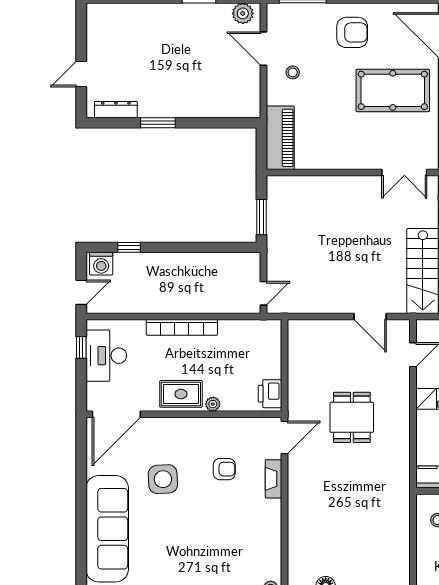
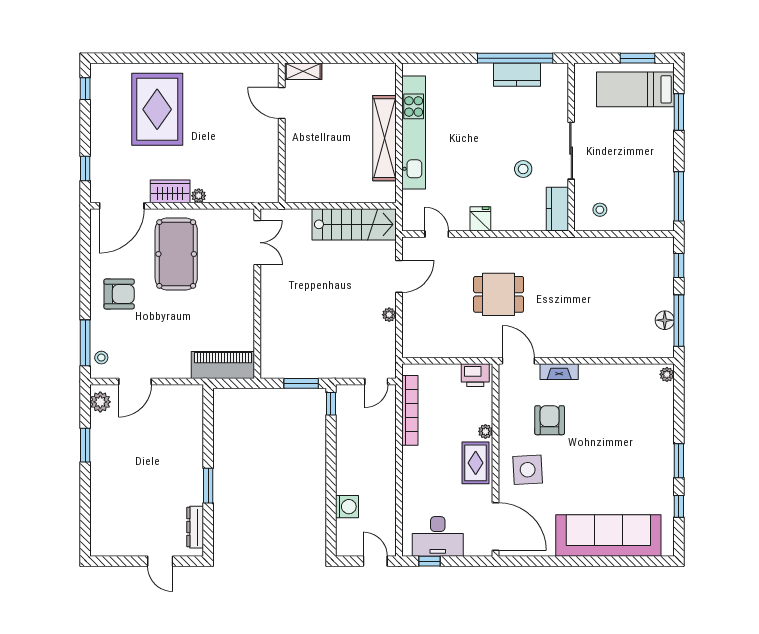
armchair: (352, 32) -> (119, 294), turned 90
stool: (293, 72) -> (101, 358), moved
window: (129, 247) -> (331, 404), moved
washing machine: (101, 264) -> (347, 507), moved
door: (263, 293) -> (376, 382), swing flipped
plant: (331, 306) -> (389, 315), added
bookcase: (182, 327) -> (410, 410), moved
armchair: (224, 469) -> (550, 420), width x1.38, depth x1.38
side table: (163, 479) -> (528, 470), moved

